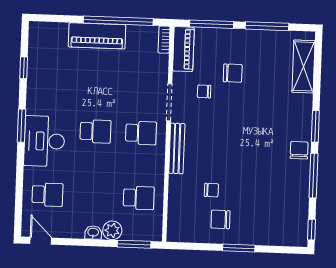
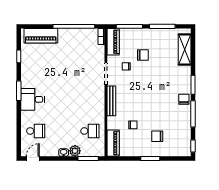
piano: (97, 36) -> (41, 36), moved
school desk: (95, 131) -> (63, 92), removed
school desk: (141, 133) -> (90, 92), removed
desk: (44, 141) -> (33, 99), width x0.73
chair: (220, 219) -> (157, 136), moved
piano: (177, 220) -> (113, 143), added
door: (41, 241) -> (33, 159), hinge flipped

